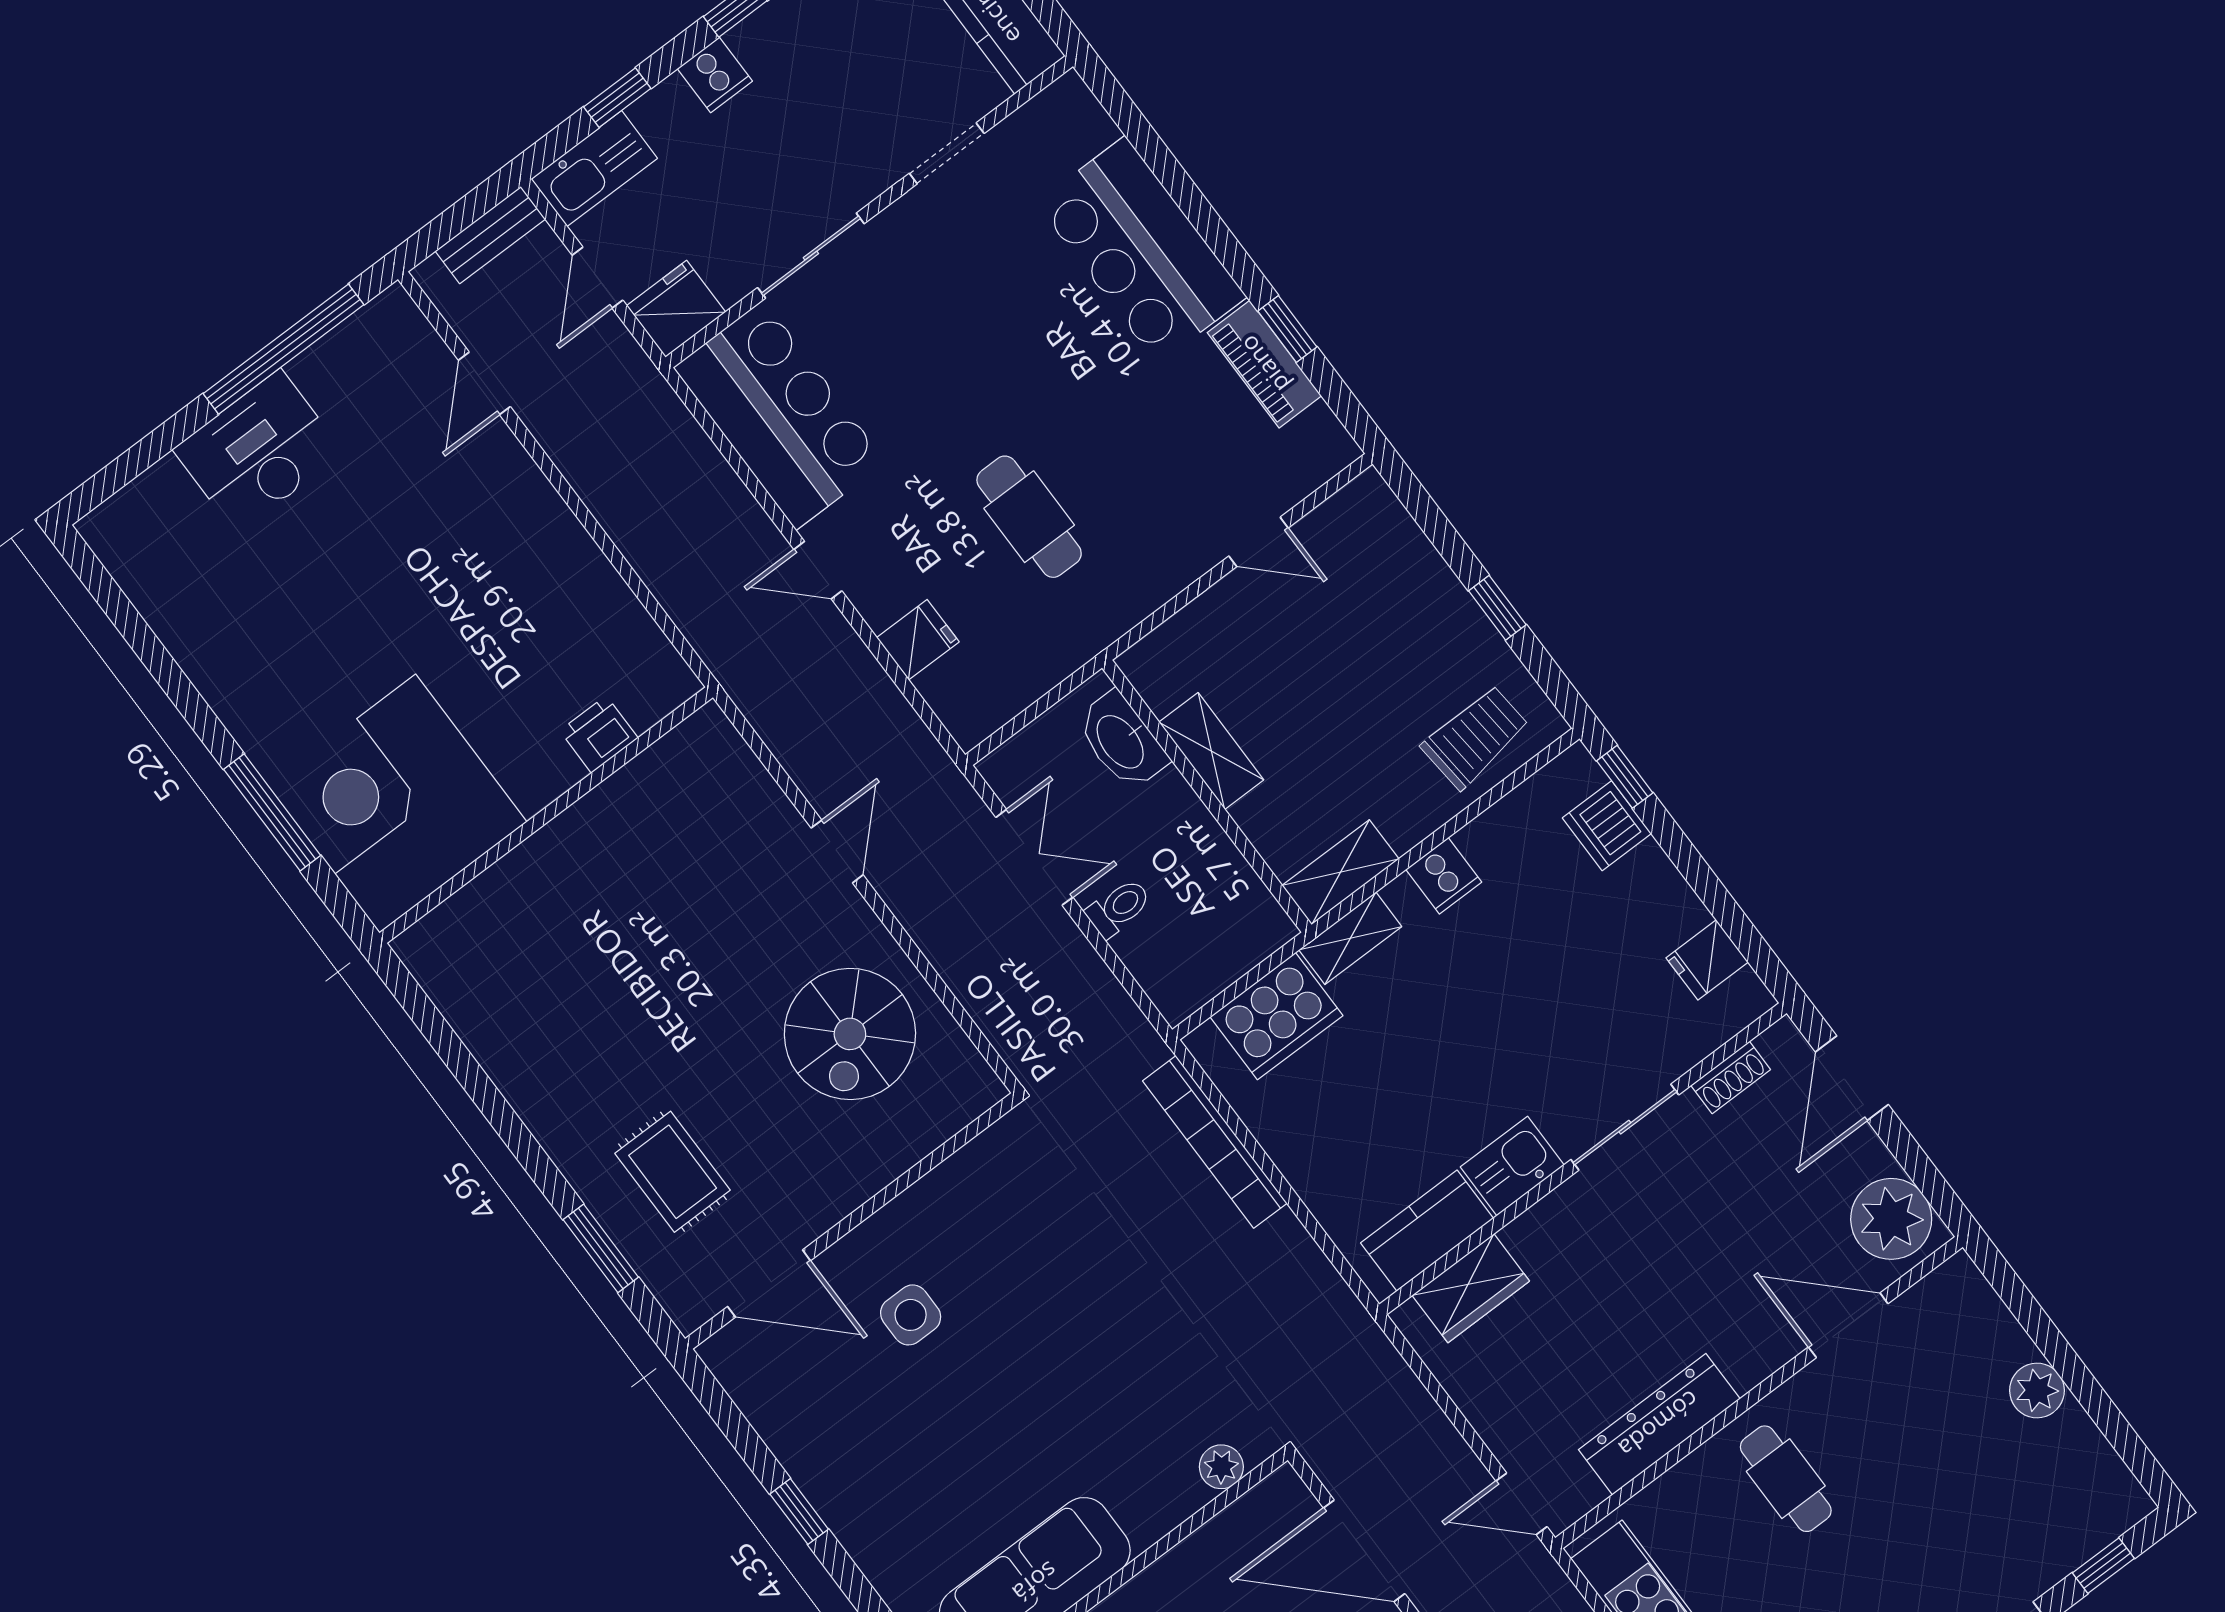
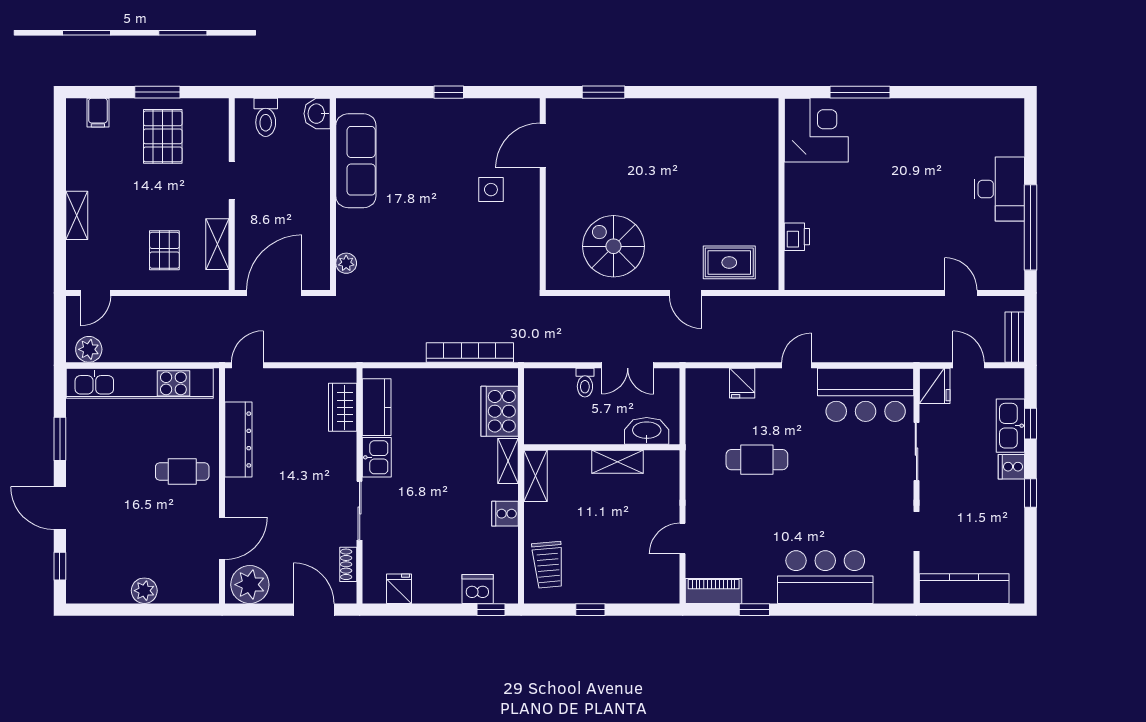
kitchen sink: (594, 169) -> (1010, 426), moved
piano: (1264, 364) -> (714, 591), moved
corner desk: (398, 804) -> (816, 130), width x0.74, depth x0.74
rug: (673, 1172) -> (729, 262), moved

